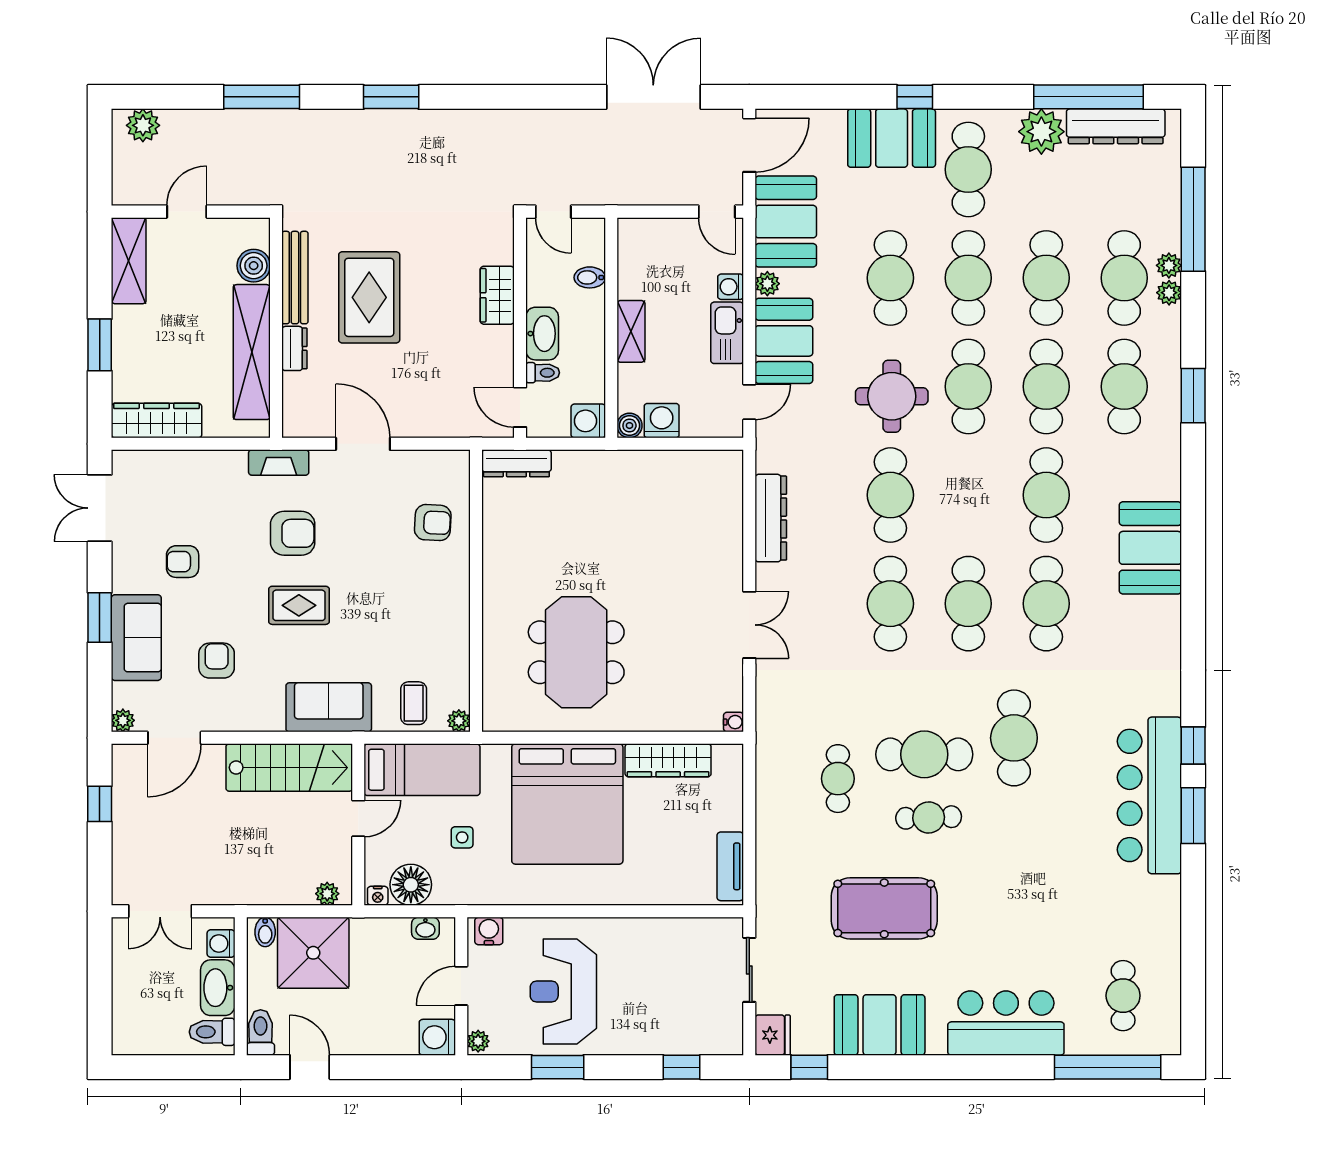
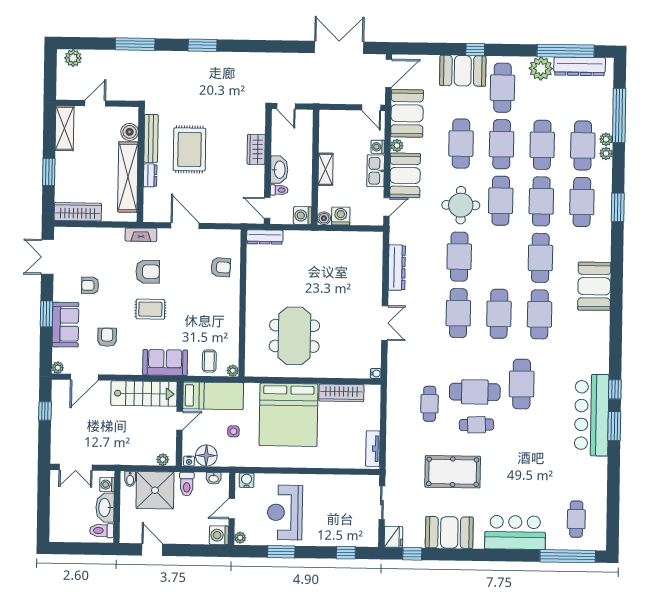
bidet: (590, 277) -> (304, 141), removed
toilet: (261, 1032) -> (187, 484), moved, turned 180

